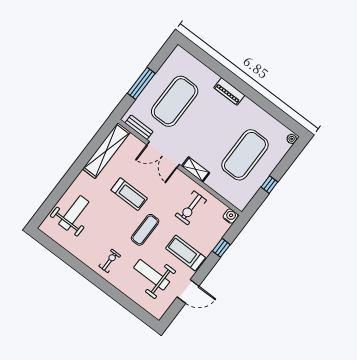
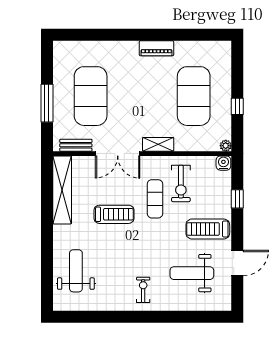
piano: (229, 91) -> (156, 48), moved
plant: (292, 139) -> (226, 146), moved
exercise mat: (145, 230) -> (155, 199), moved

